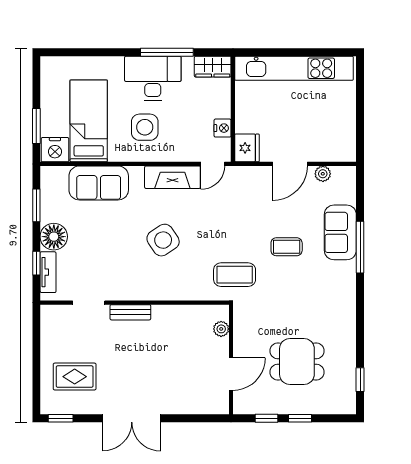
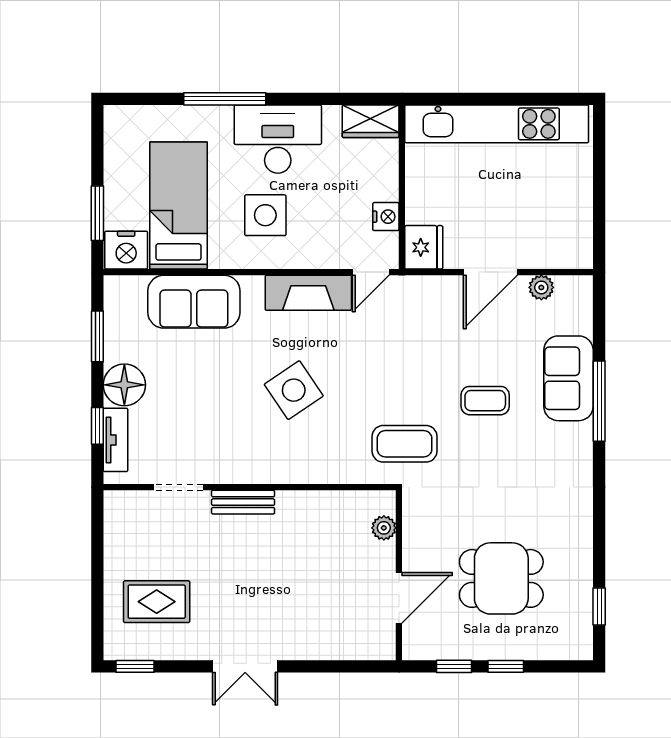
window: (167, 52) -> (225, 99), moved
double door: (132, 418) -> (245, 666), width x0.73

